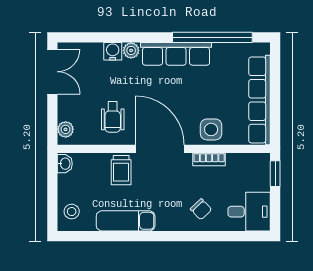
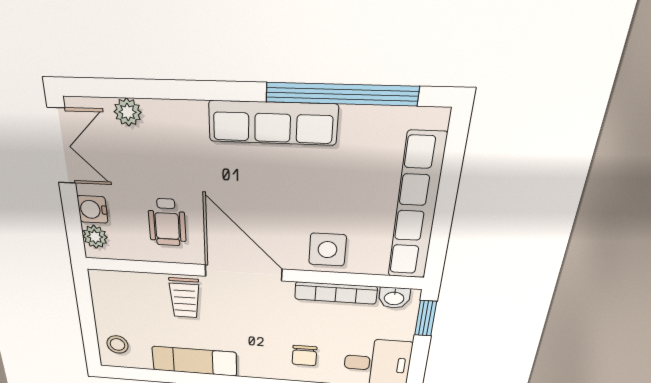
plant: (131, 50) -> (128, 112), moved
water cooler: (113, 51) -> (93, 209), moved, turned -90
bookcase: (209, 159) -> (336, 293), width x1.56
washbasin: (65, 164) -> (394, 298), moved, turned 90
chair: (201, 209) -> (304, 356), turned 44

